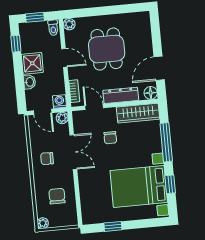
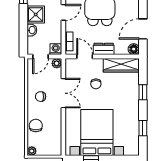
door: (64, 58) -> (63, 12), hinge flipped
dresser: (121, 95) -> (104, 49), width x0.70
door: (43, 112) -> (41, 56), hinge flipped
window: (166, 142) -> (143, 92), width x0.46
bed with nightstands: (139, 186) -> (97, 133), moved, turned 90
chair: (57, 196) -> (36, 126), moved

